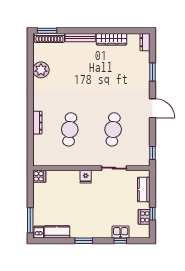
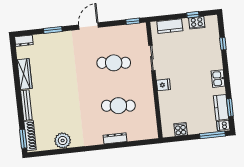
cooker: (39, 176) -> (181, 129), moved
kitchen sink: (121, 232) -> (218, 79), moved
window: (84, 241) -> (230, 108), moved

